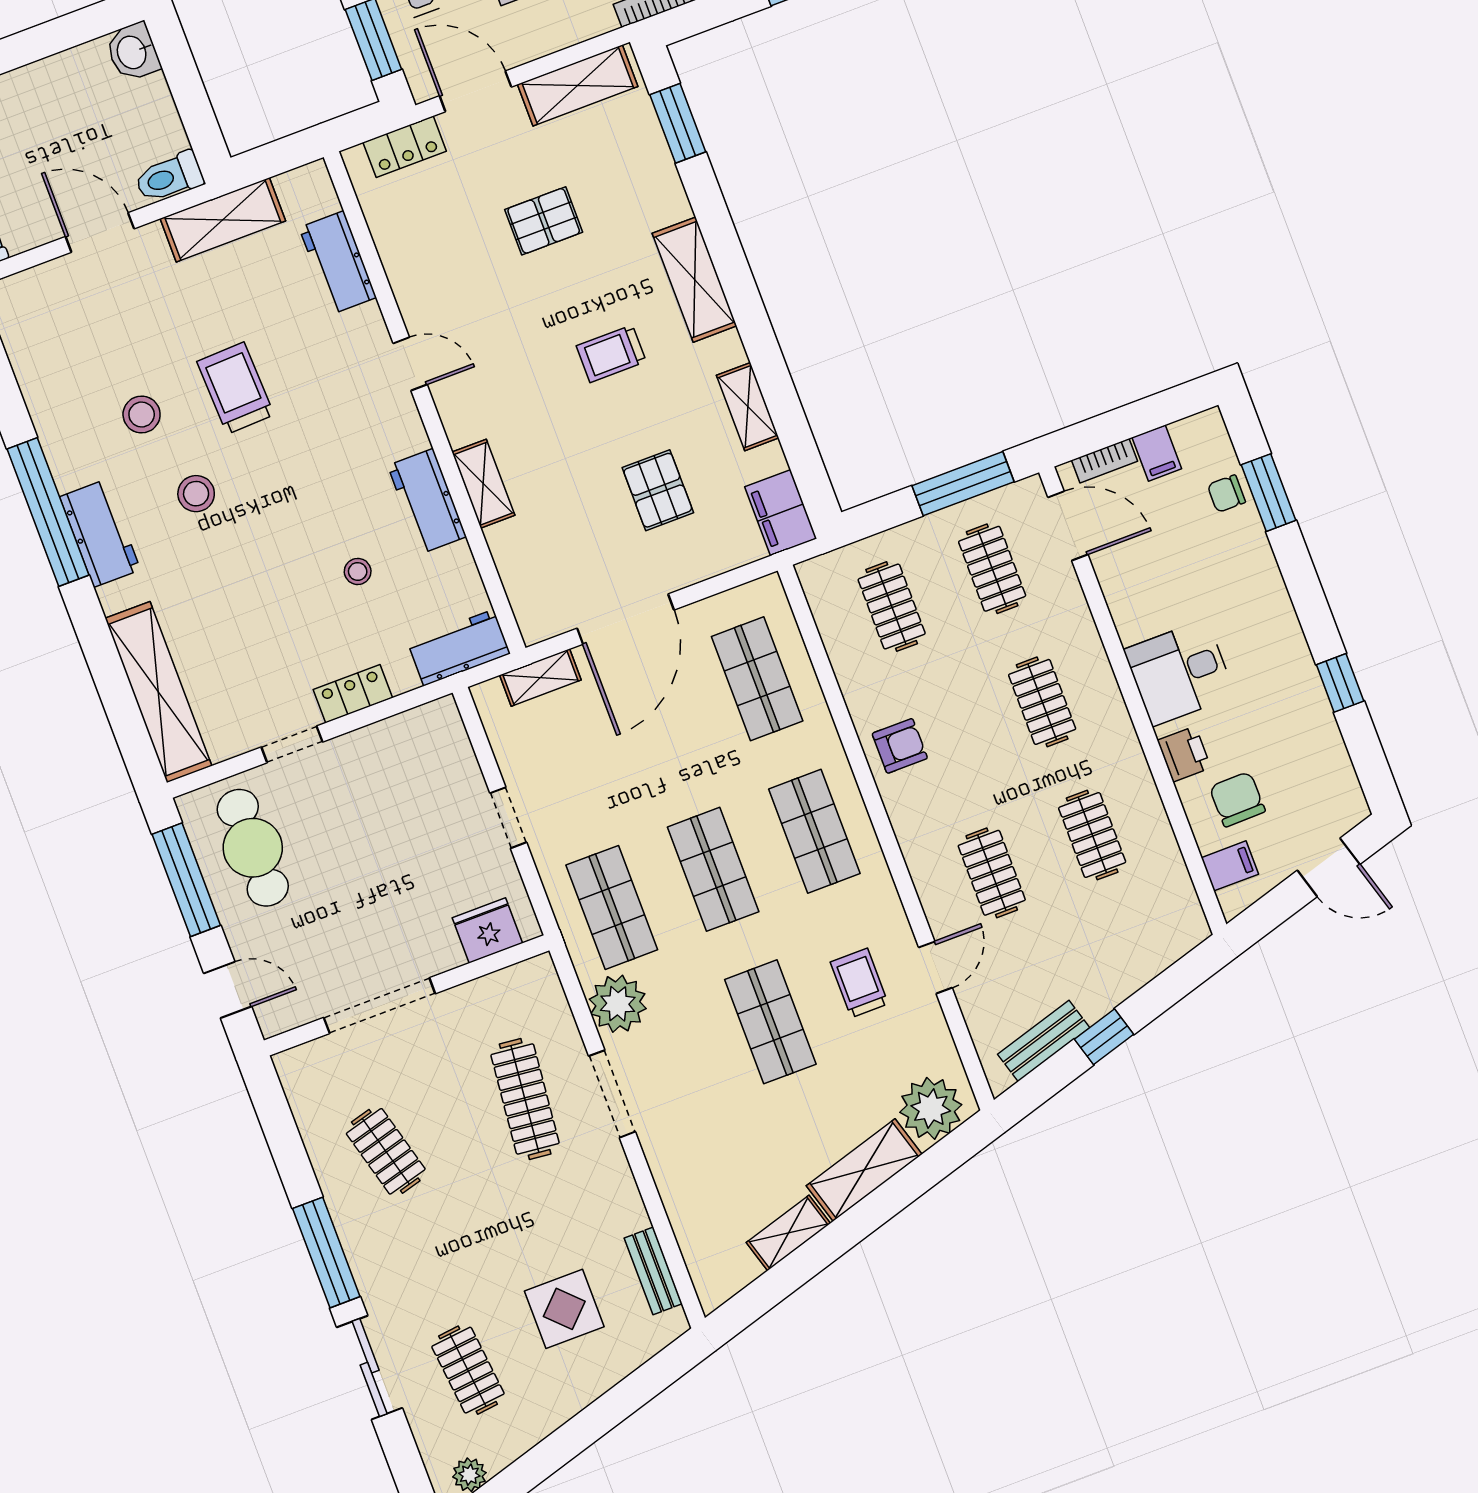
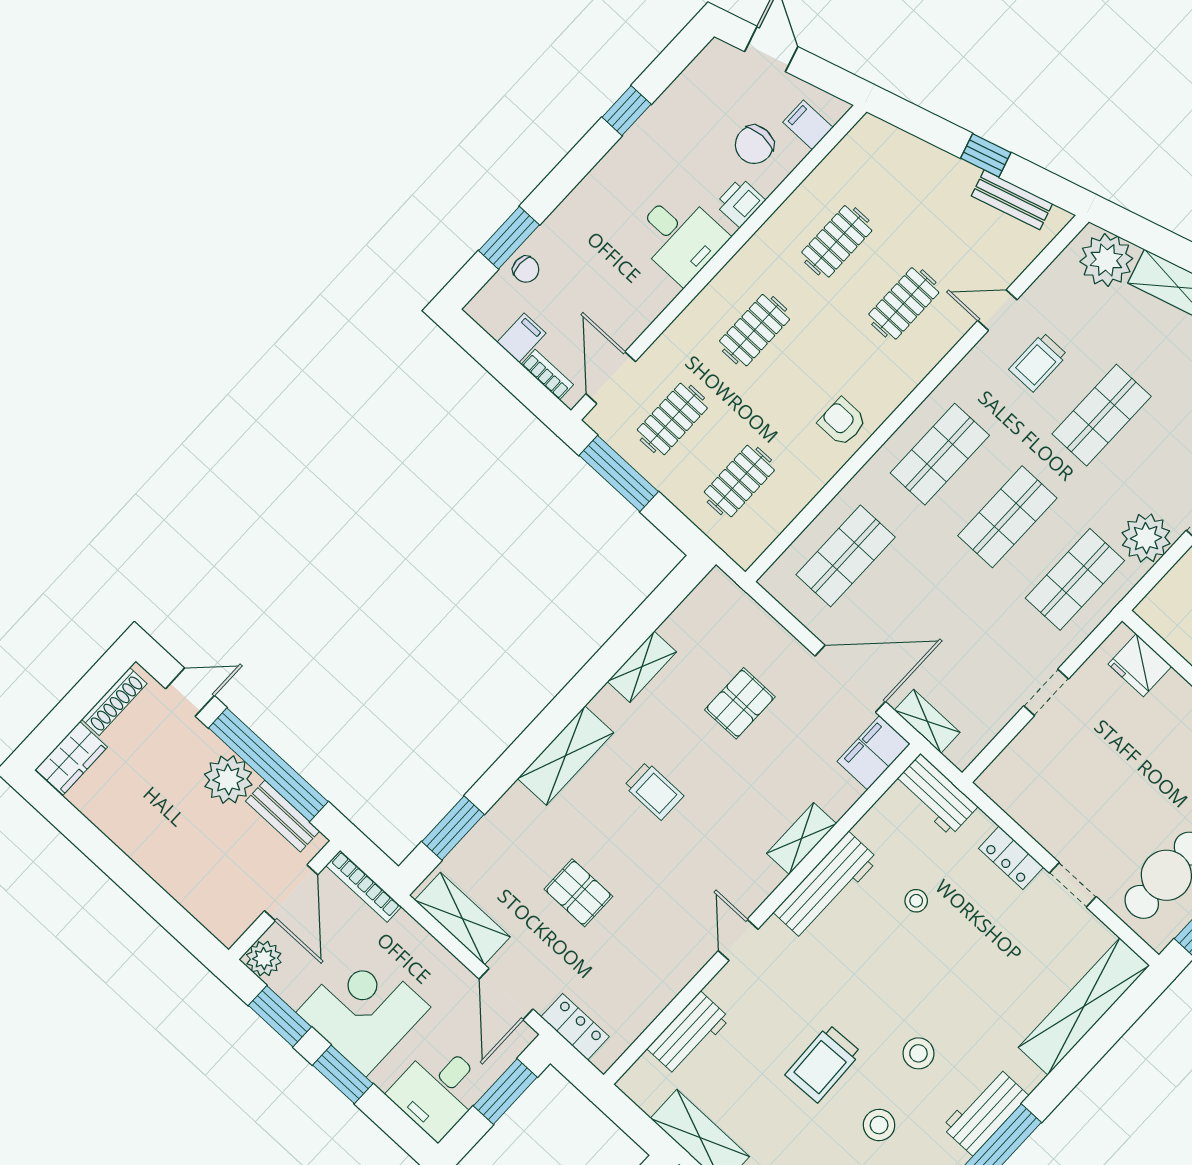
workbench: (427, 501) -> (826, 886), width x1.38
filing cabinet: (781, 513) -> (874, 753), moved, turned 180

